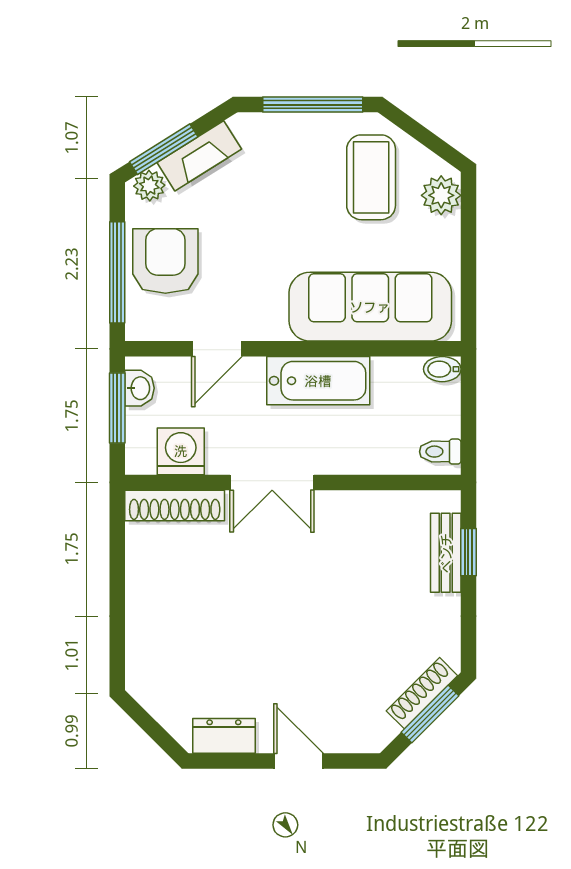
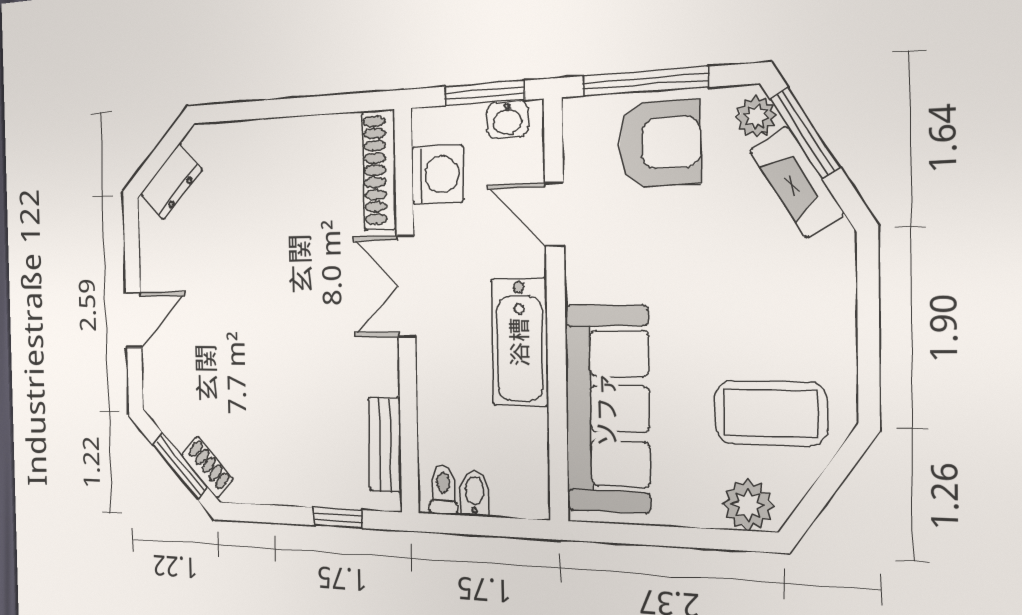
window: (313, 105) -> (868, 335), removed
bidet: (442, 369) -> (474, 494), moved
bench: (446, 553) -> (385, 444), moved, turned 90
shoe rack: (422, 693) -> (207, 467), width x0.70
dresser: (224, 736) -> (171, 182), moved, turned 45

